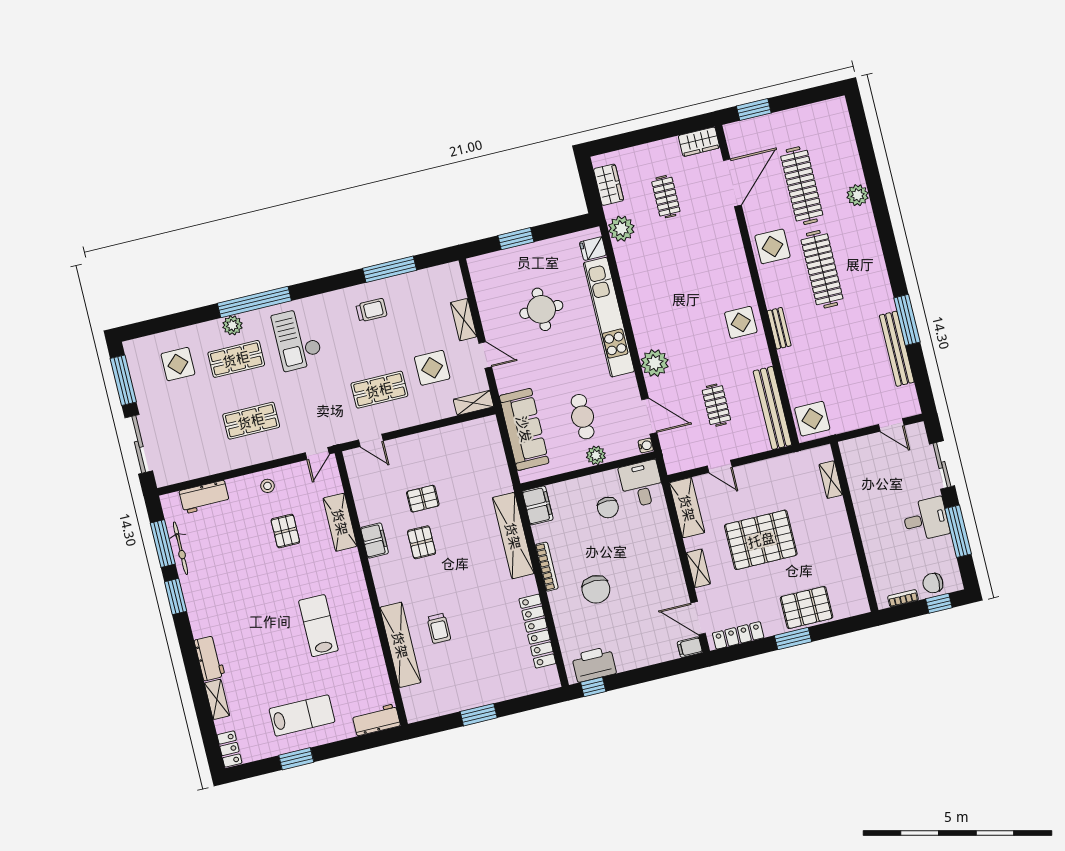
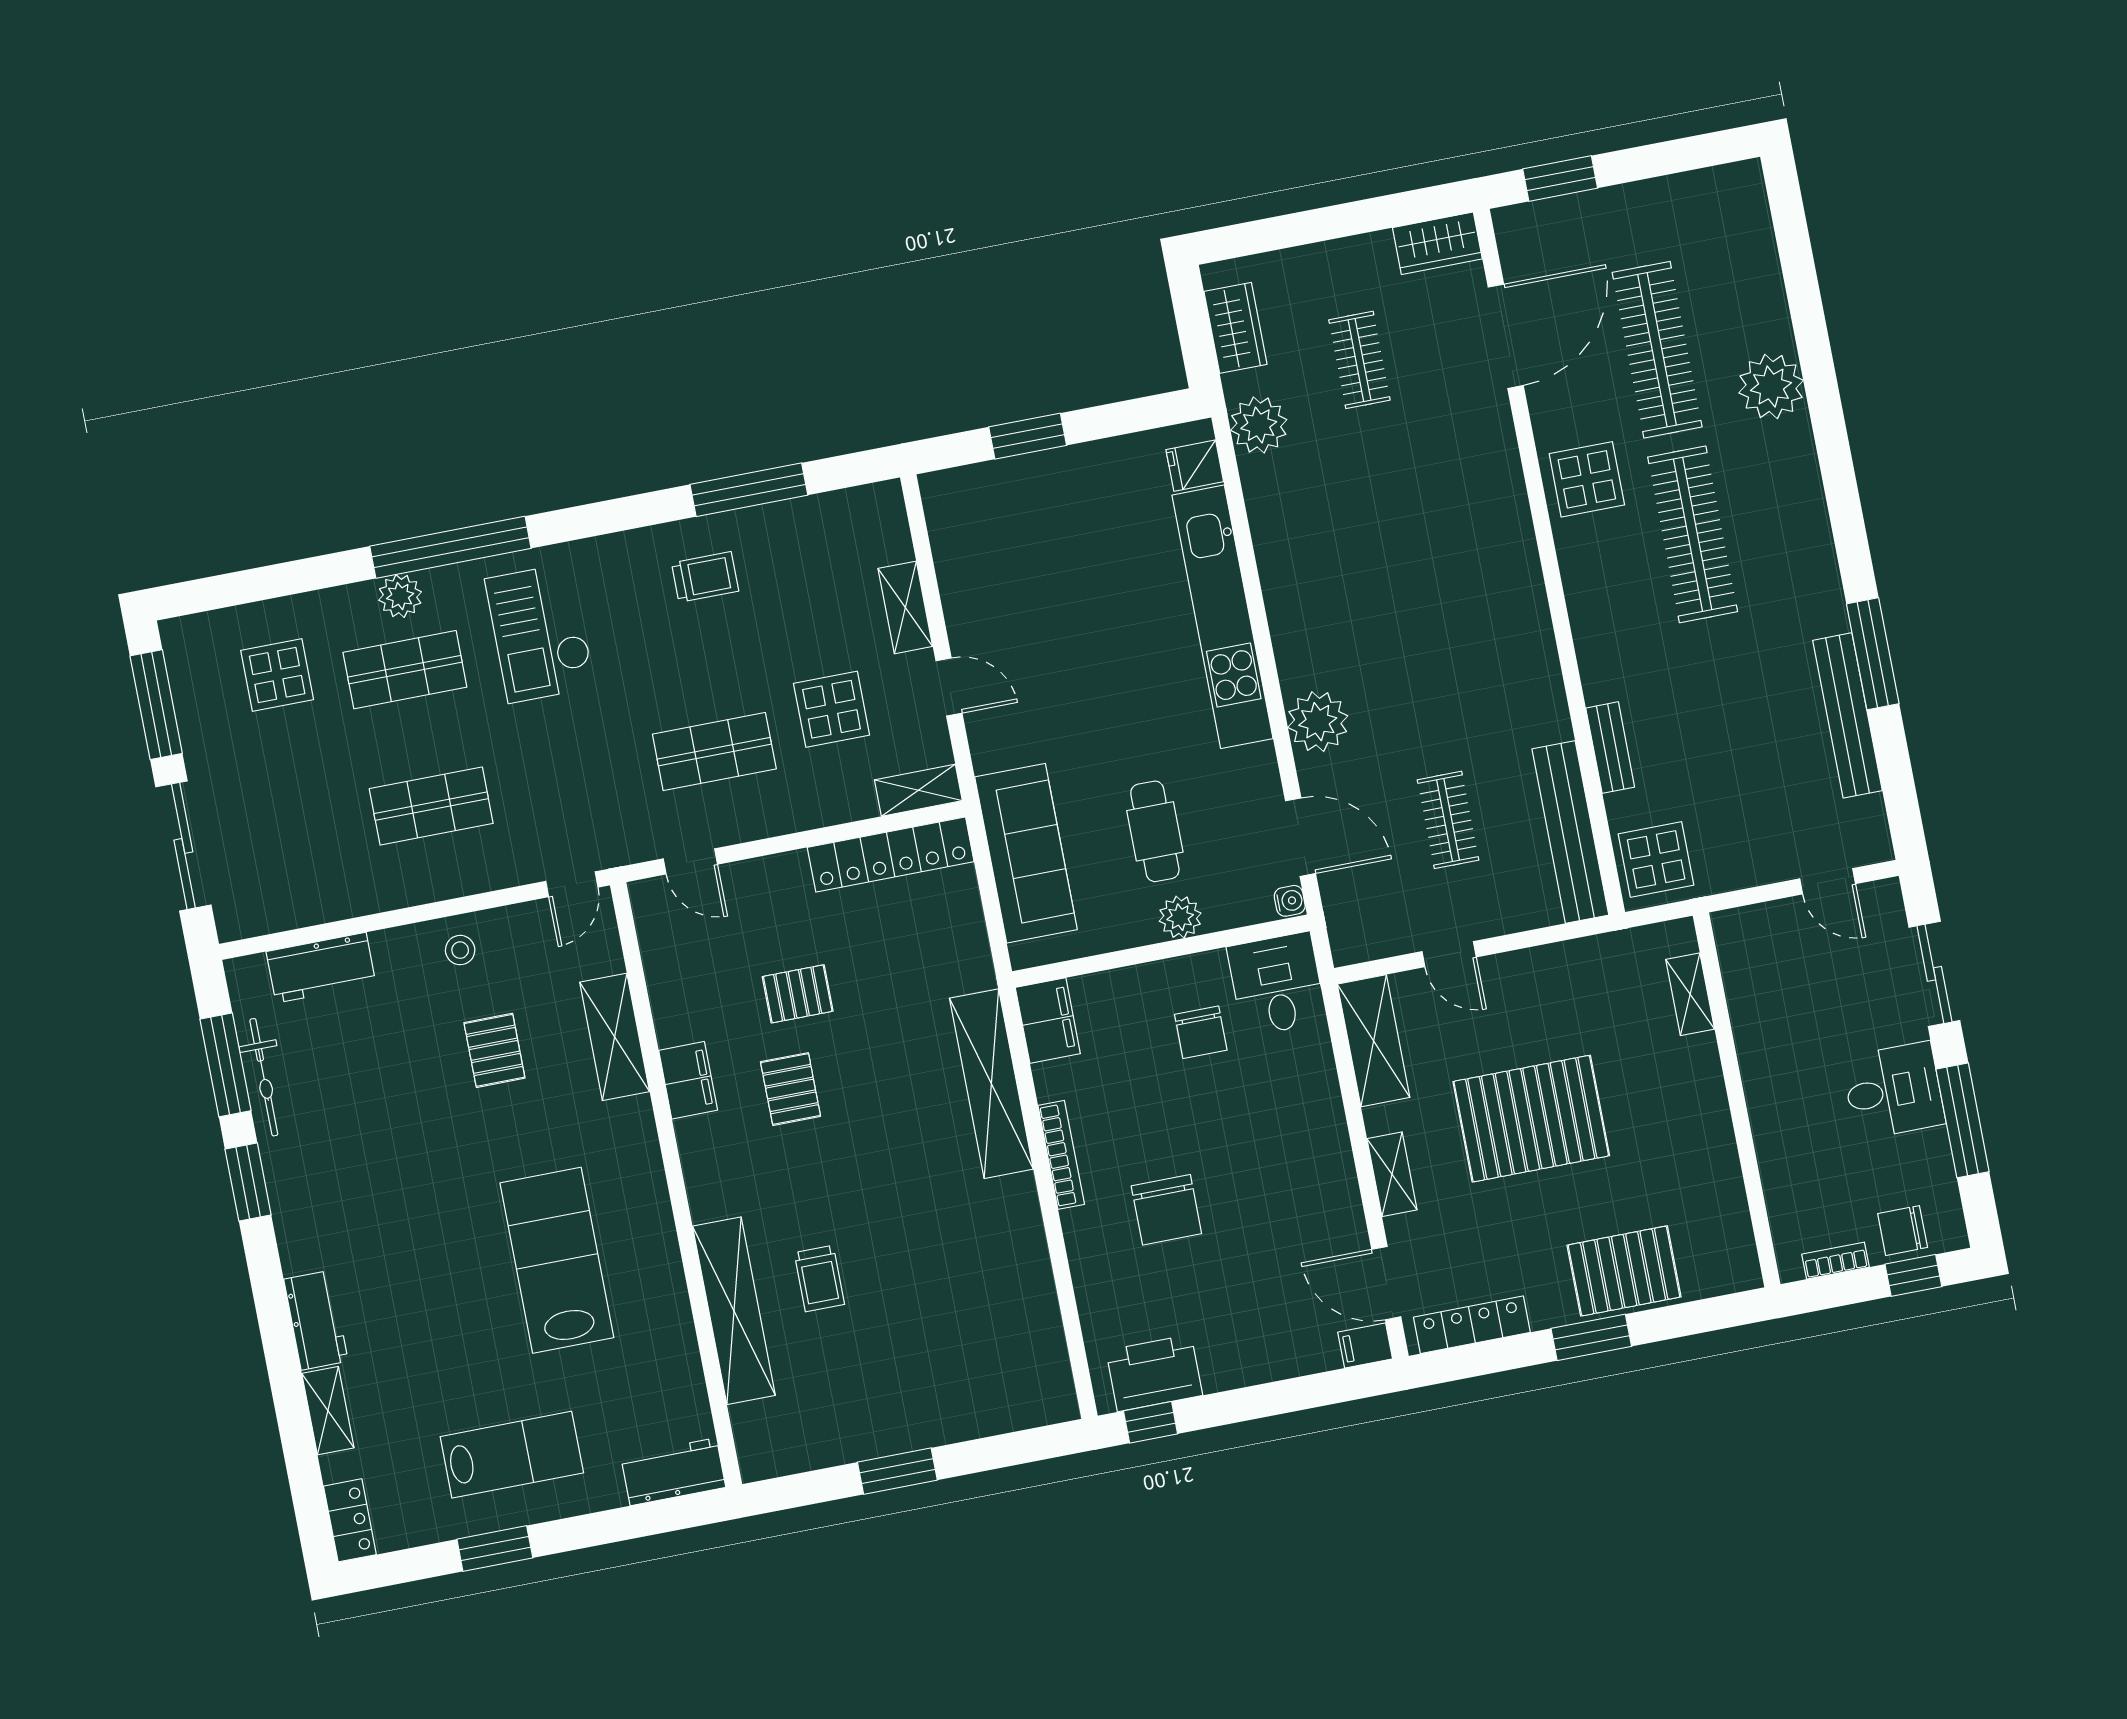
plant: (858, 195) -> (1771, 387), width x1.36, depth x1.36
round table: (541, 309) -> (1076, 593), removed
display table: (741, 322) -> (1510, 642), removed
bench: (779, 328) -> (1610, 748), moved
lab bench: (318, 626) -> (557, 1260), width x1.36, depth x1.39
locker: (537, 631) -> (891, 854), moved, turned -90

